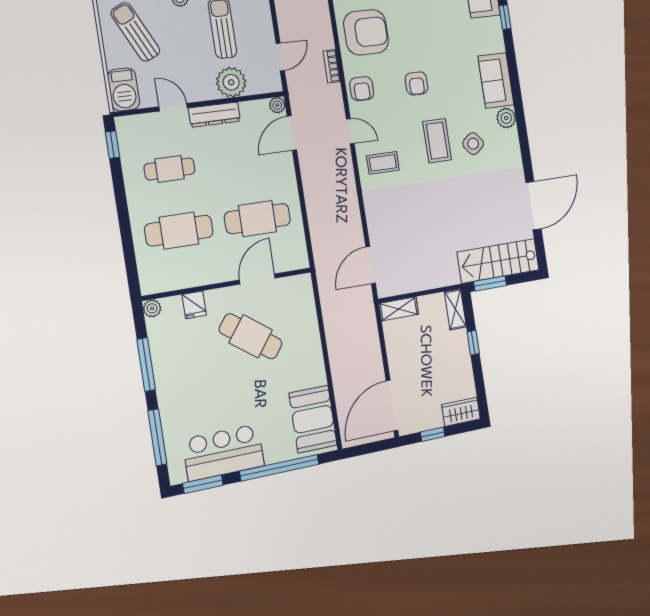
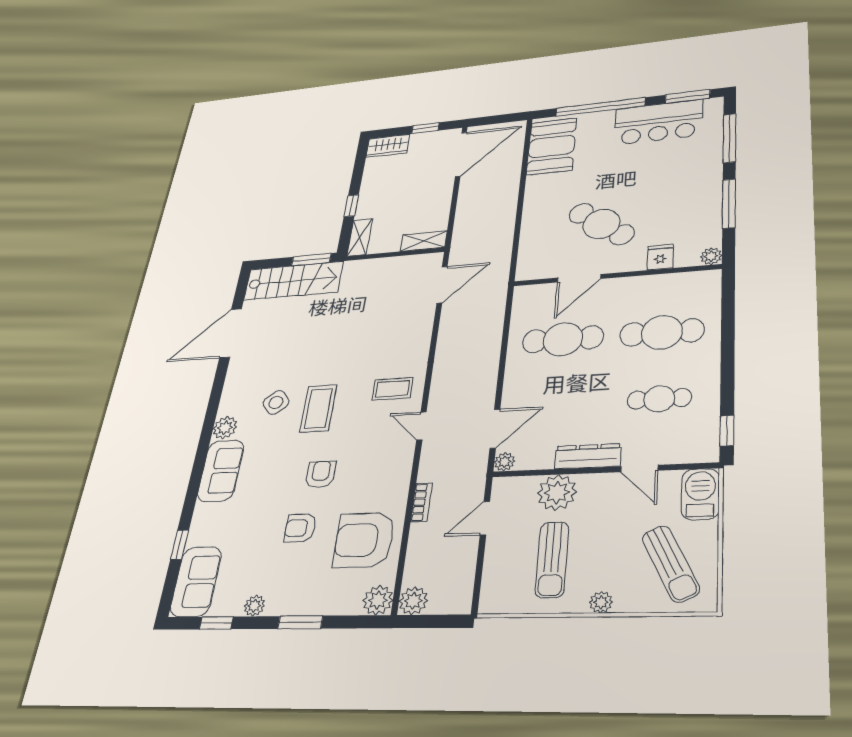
armchair: (362, 89) -> (300, 528), moved, turned -90

